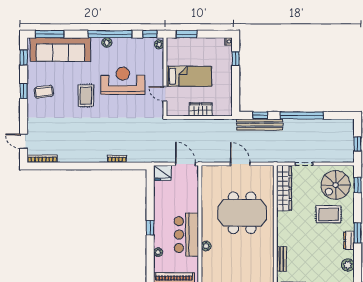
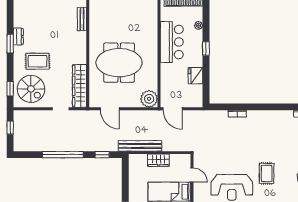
bench: (260, 125) -> (140, 146), moved
door: (240, 164) -> (110, 109), moved
fridge: (162, 173) -> (196, 76), moved, turned -90
spiral stairs: (336, 185) -> (31, 89), turned 90
plant: (206, 246) -> (149, 99), moved, width x1.87, depth x1.87
plant: (348, 265) -> (19, 13), removed

